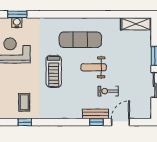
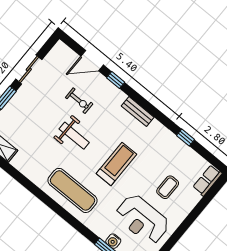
exercise mat: (80, 40) -> (72, 190), moved
coffee table: (24, 102) -> (168, 187), moved
bench: (95, 114) -> (138, 112), moved

